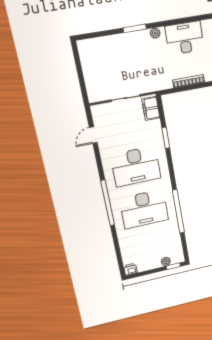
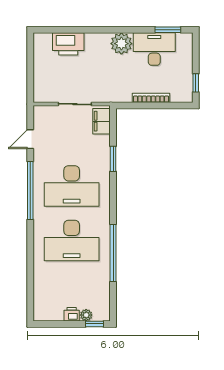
window: (135, 28) -> (168, 30), moved
plant: (155, 33) -> (121, 44), width x1.87, depth x1.87
printer: (110, 46) -> (68, 44), added
window: (108, 203) -> (30, 191), moved
printer: (130, 269) -> (72, 314), moved

